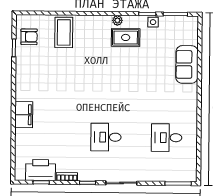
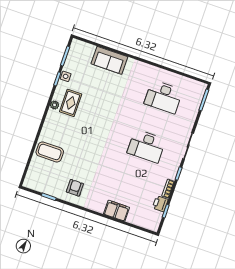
armchair: (29, 37) -> (75, 188), moved
filing cabinet: (24, 115) -> (117, 211), moved
desk: (106, 137) -> (146, 146), width x1.37
desk: (167, 138) -> (163, 97), width x1.37
printer: (41, 170) -> (160, 204), width x0.53, depth x0.68

